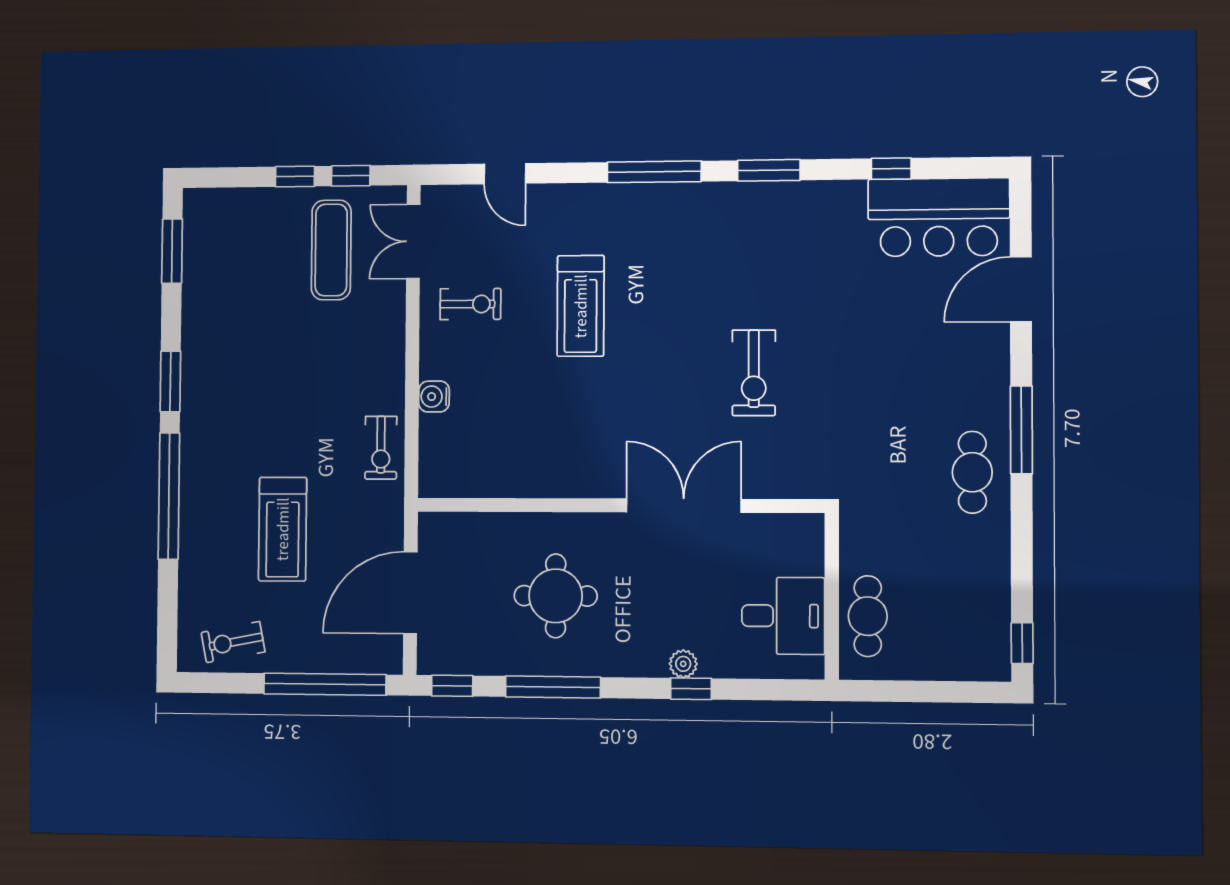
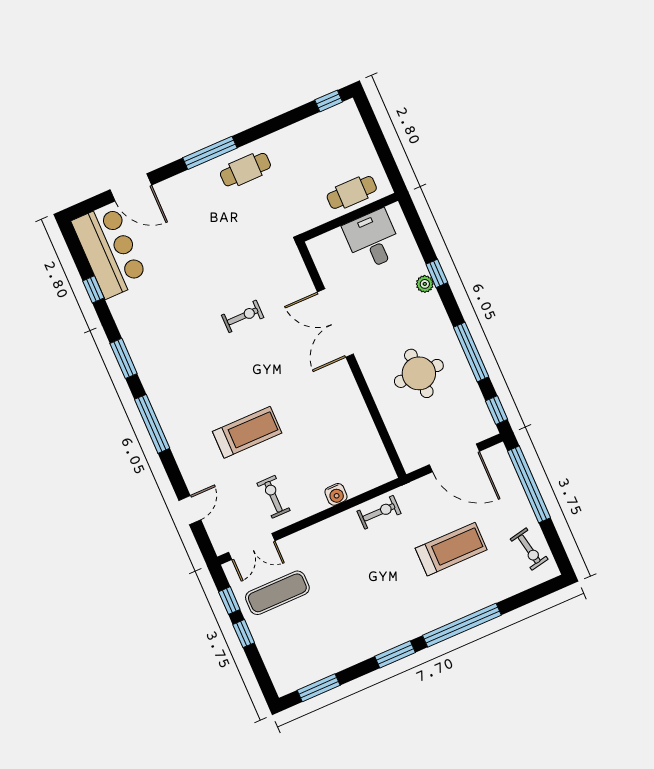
exercise bike: (754, 373) -> (243, 316), width x0.73, depth x0.72

